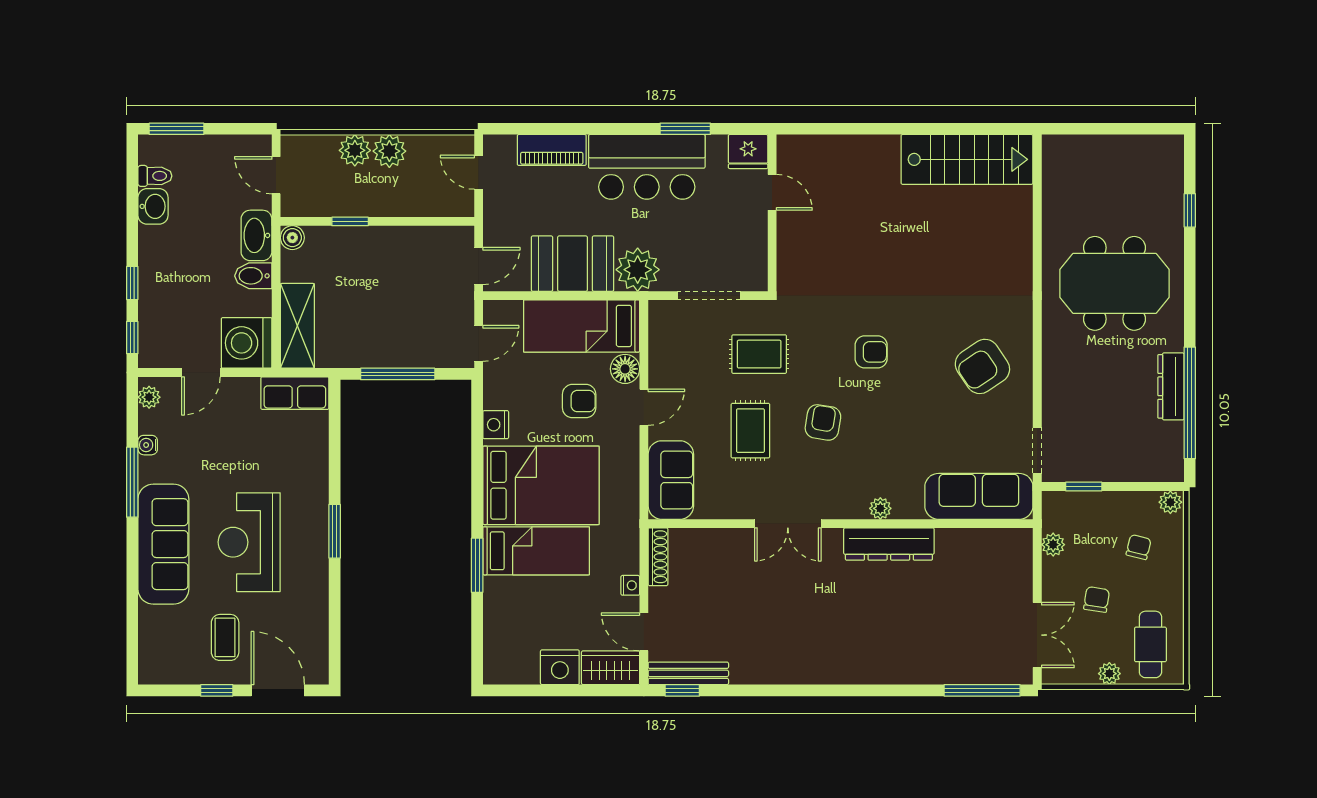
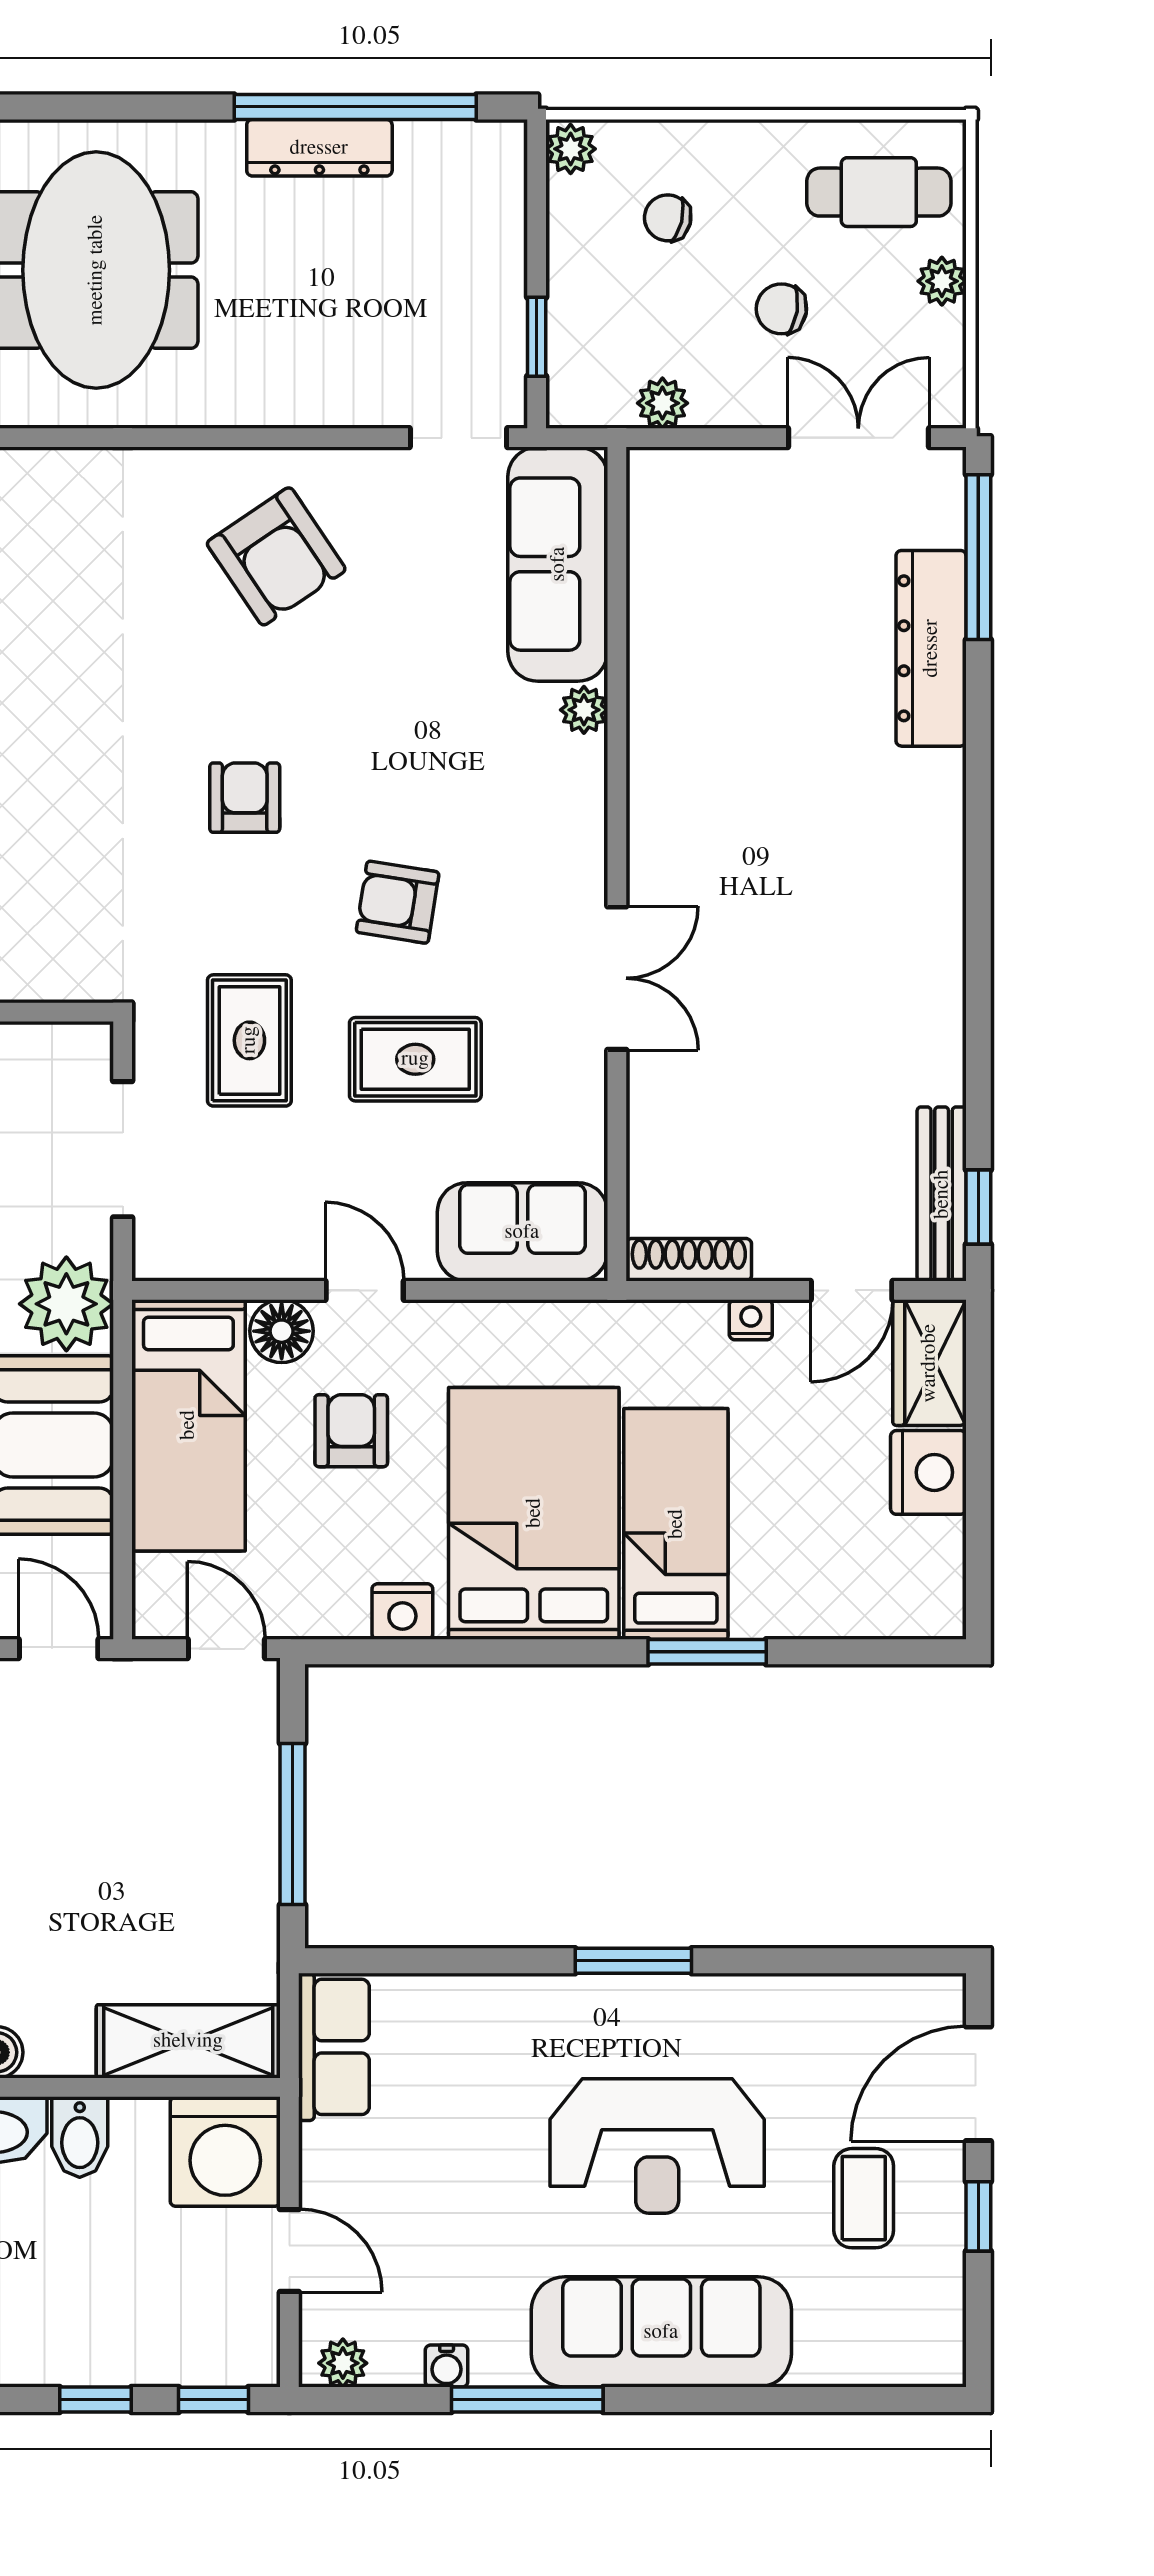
plant: (880, 508) -> (584, 710), moved
dresser: (889, 544) -> (931, 648), moved, turned 180
coffee table: (225, 637) -> (864, 2198), turned 90

